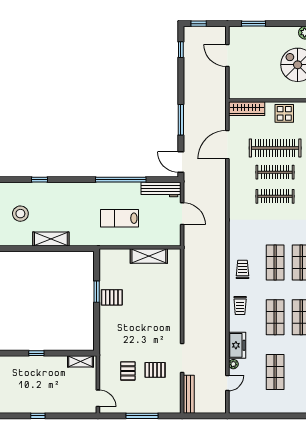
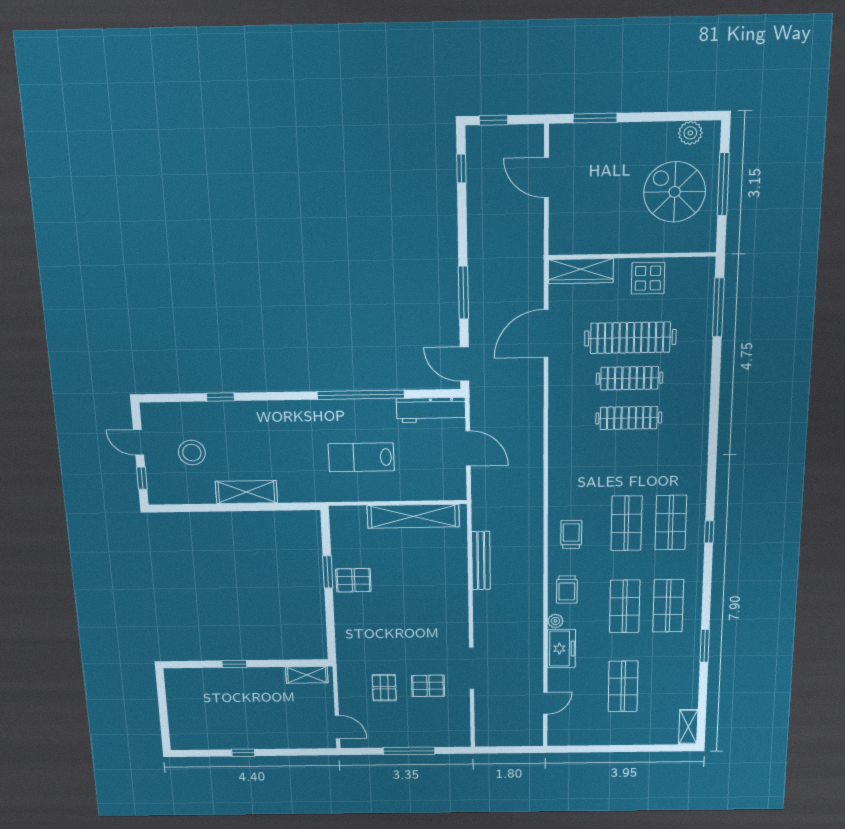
shelving: (149, 256) -> (413, 516), width x1.47
plant: (233, 364) -> (555, 621), moved
bench: (189, 394) -> (481, 561), moved

